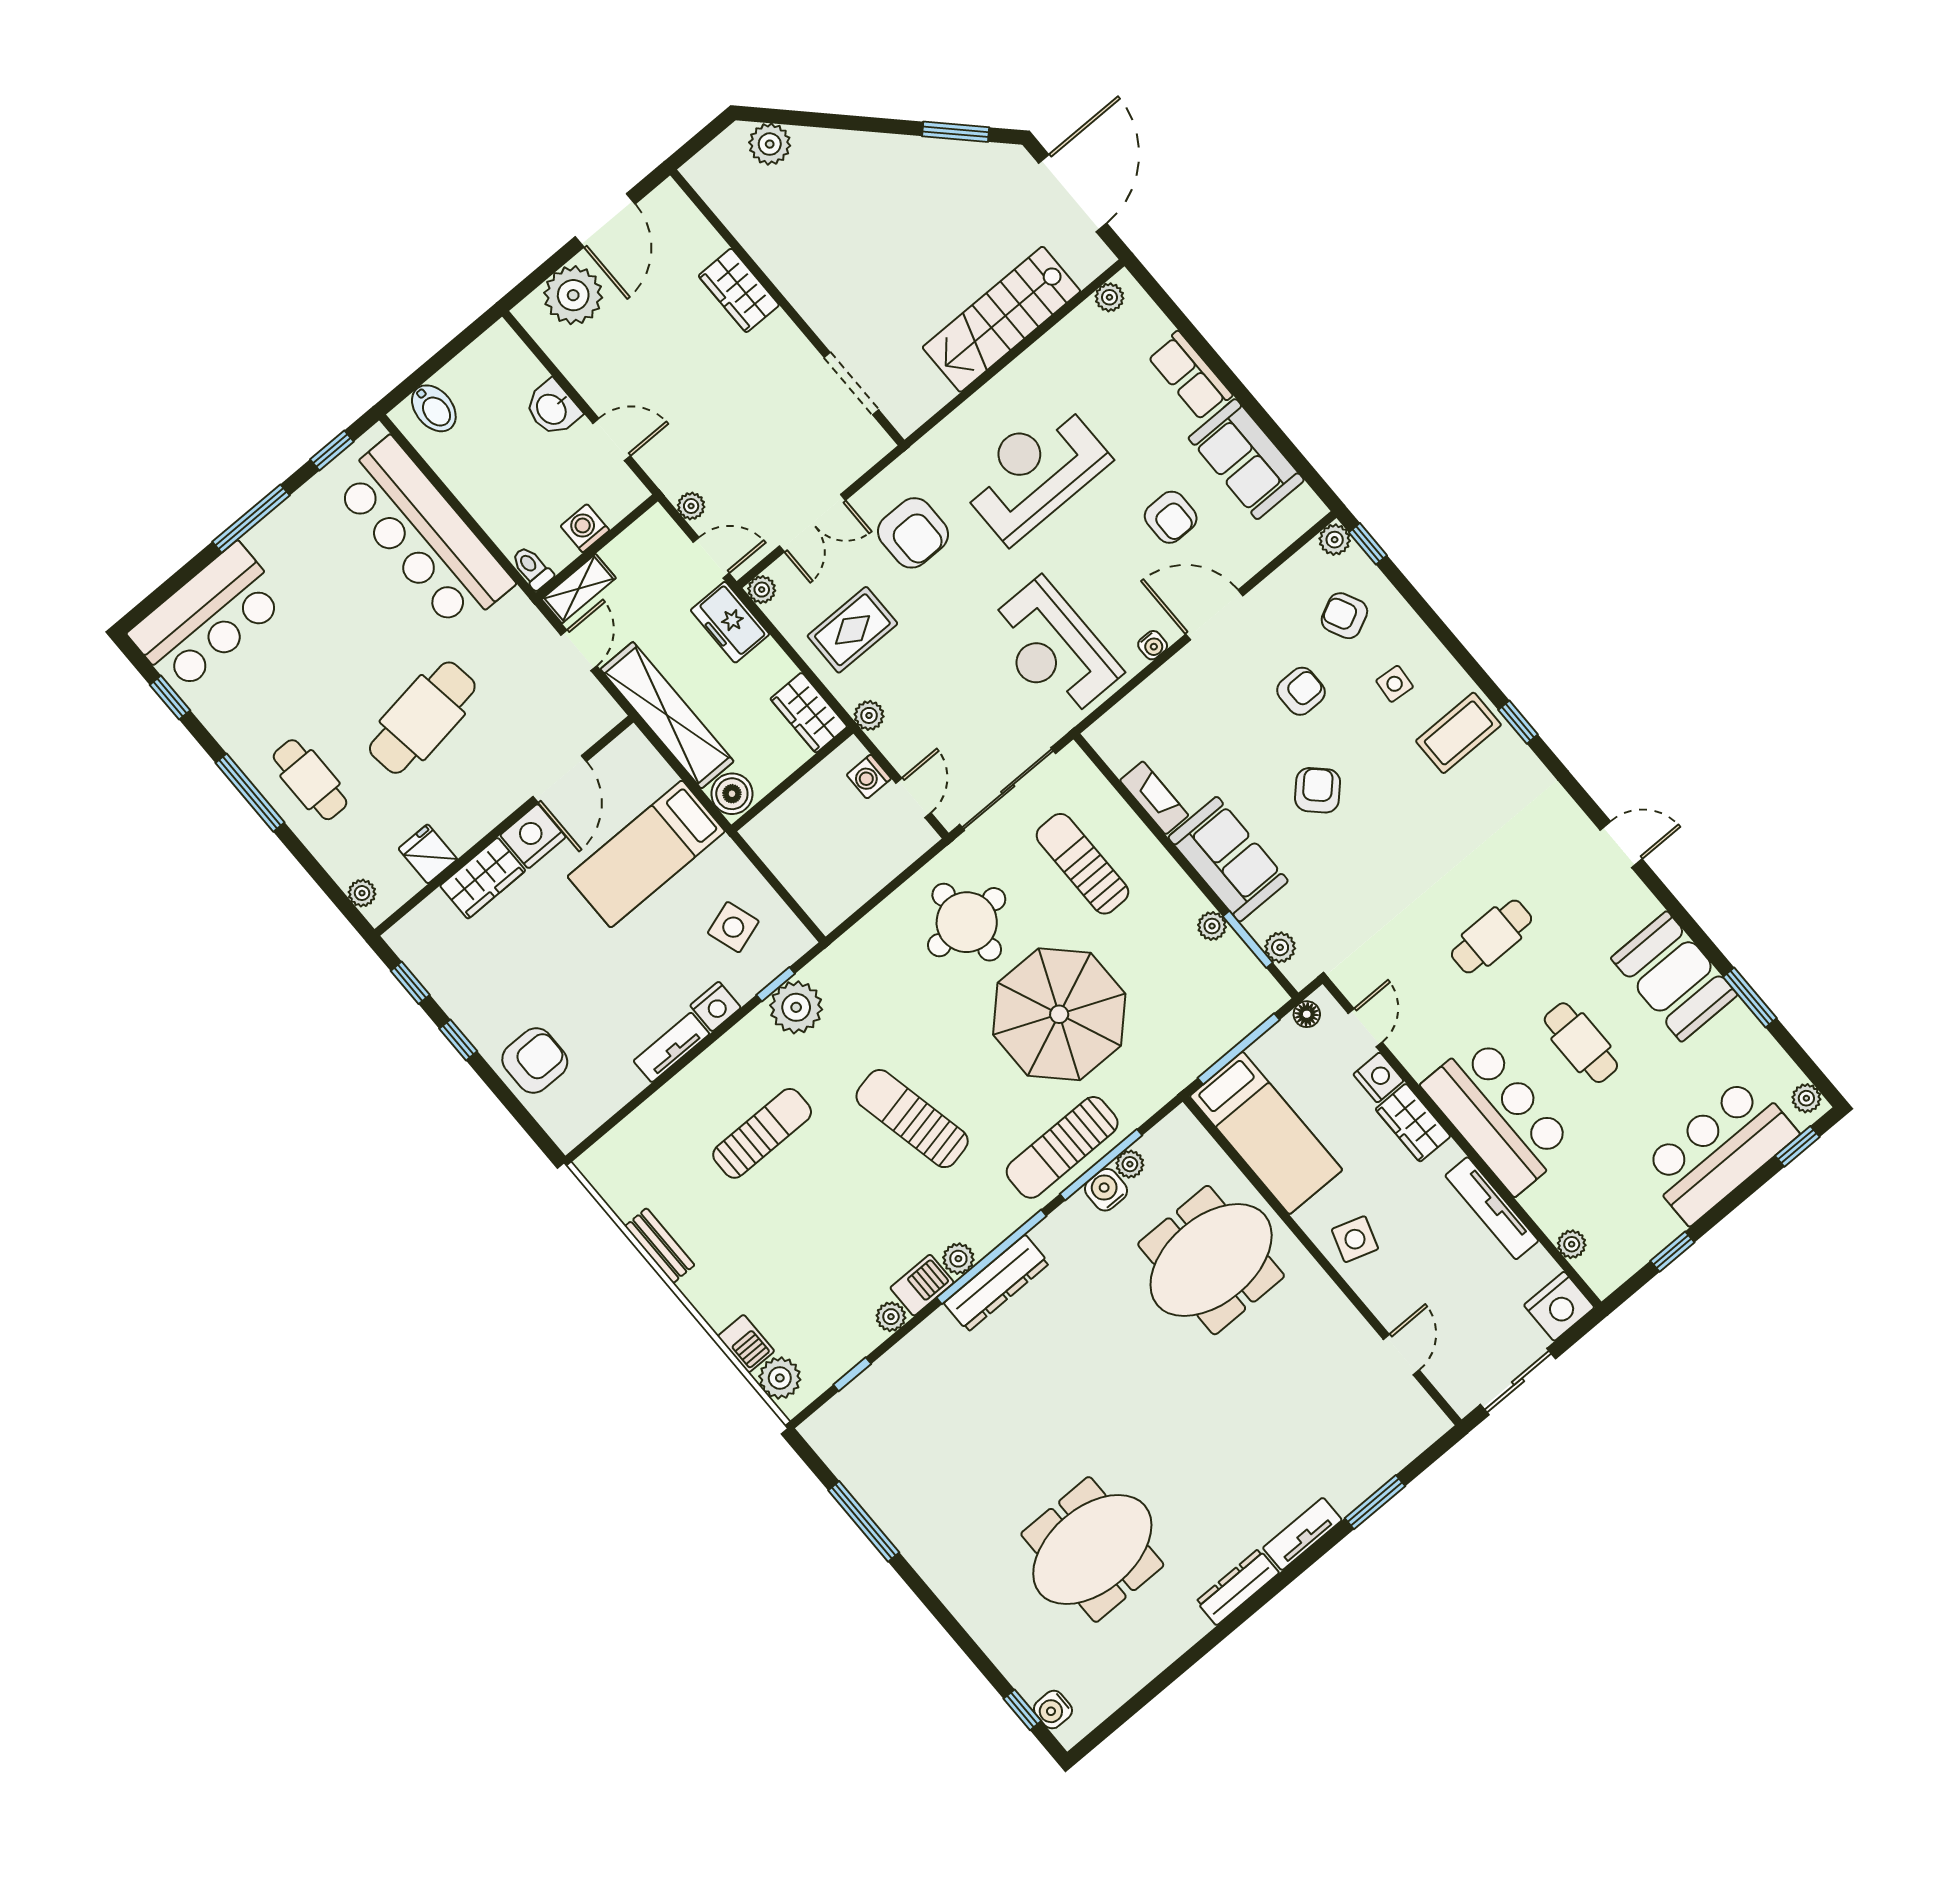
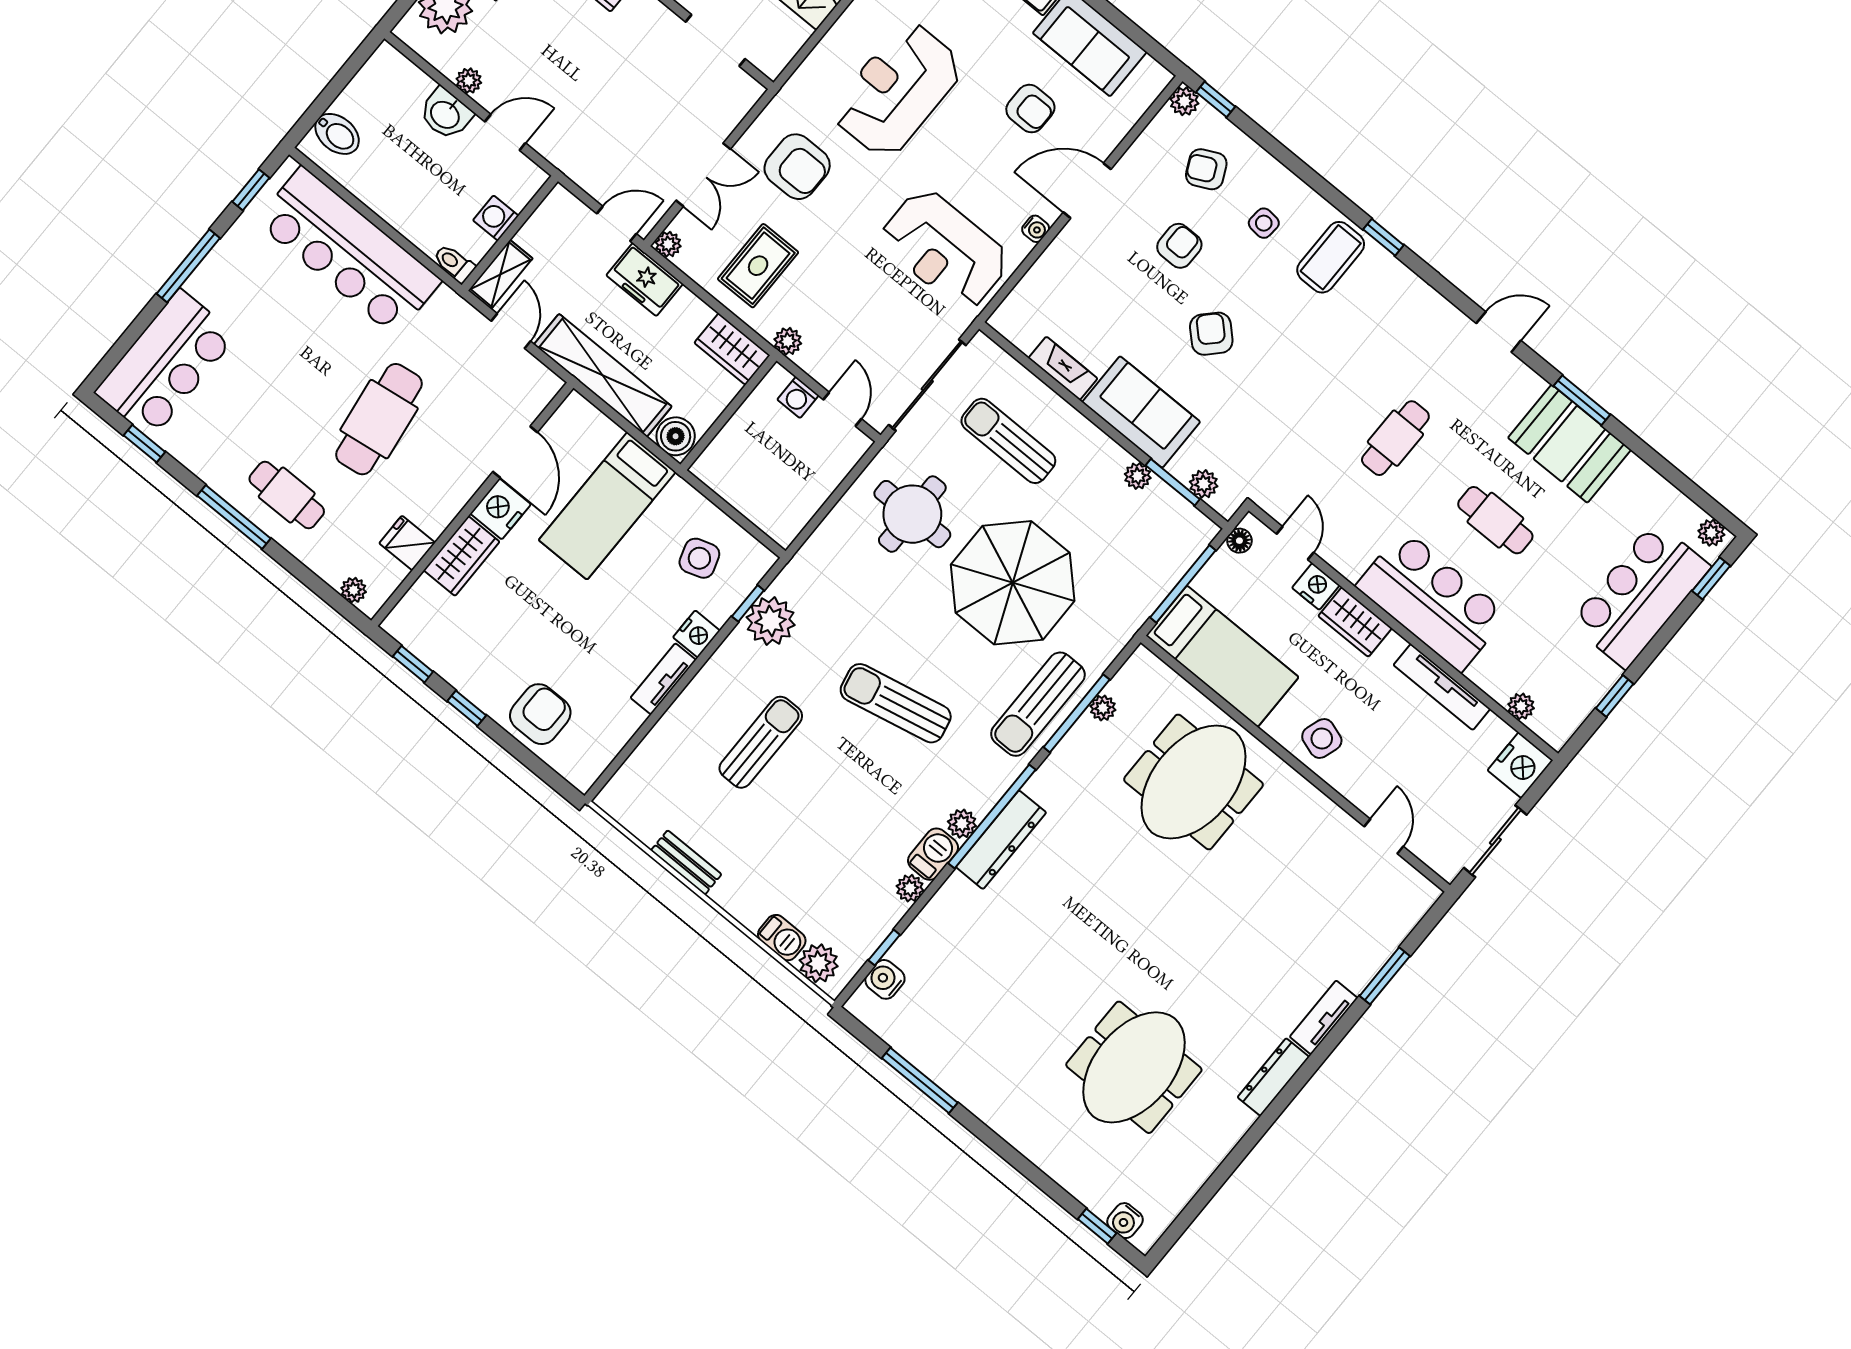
plant: (691, 506) -> (469, 81), moved
window: (1750, 998) -> (1582, 400), moved
water cooler: (1106, 1190) -> (885, 979), moved

